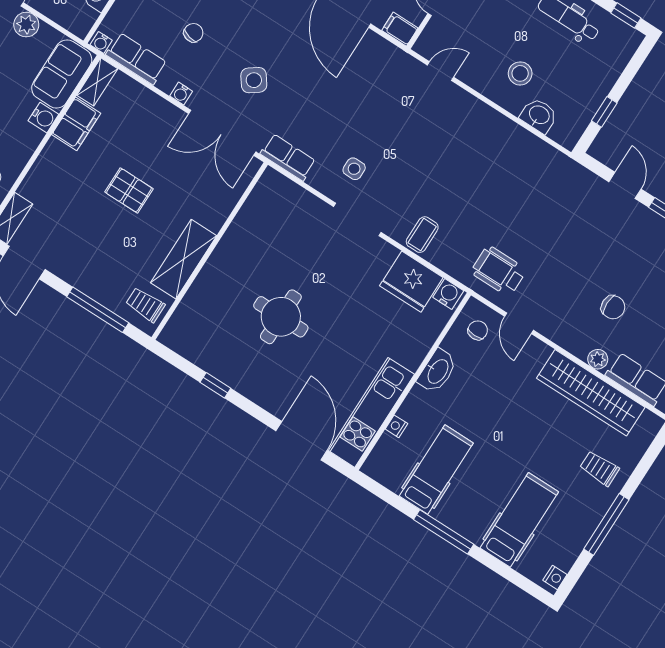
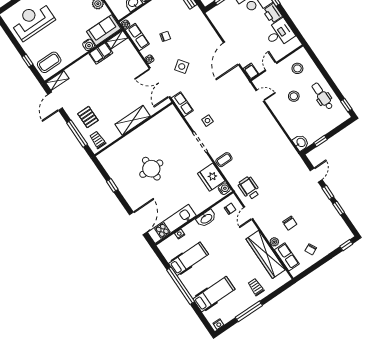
stool: (520, 73) -> (294, 96), moved
washbasin: (539, 115) -> (301, 143), moved
pallet: (129, 190) -> (88, 117), moved
shelving: (184, 259) -> (133, 120), moved
window: (444, 532) -> (181, 286), width x1.46

